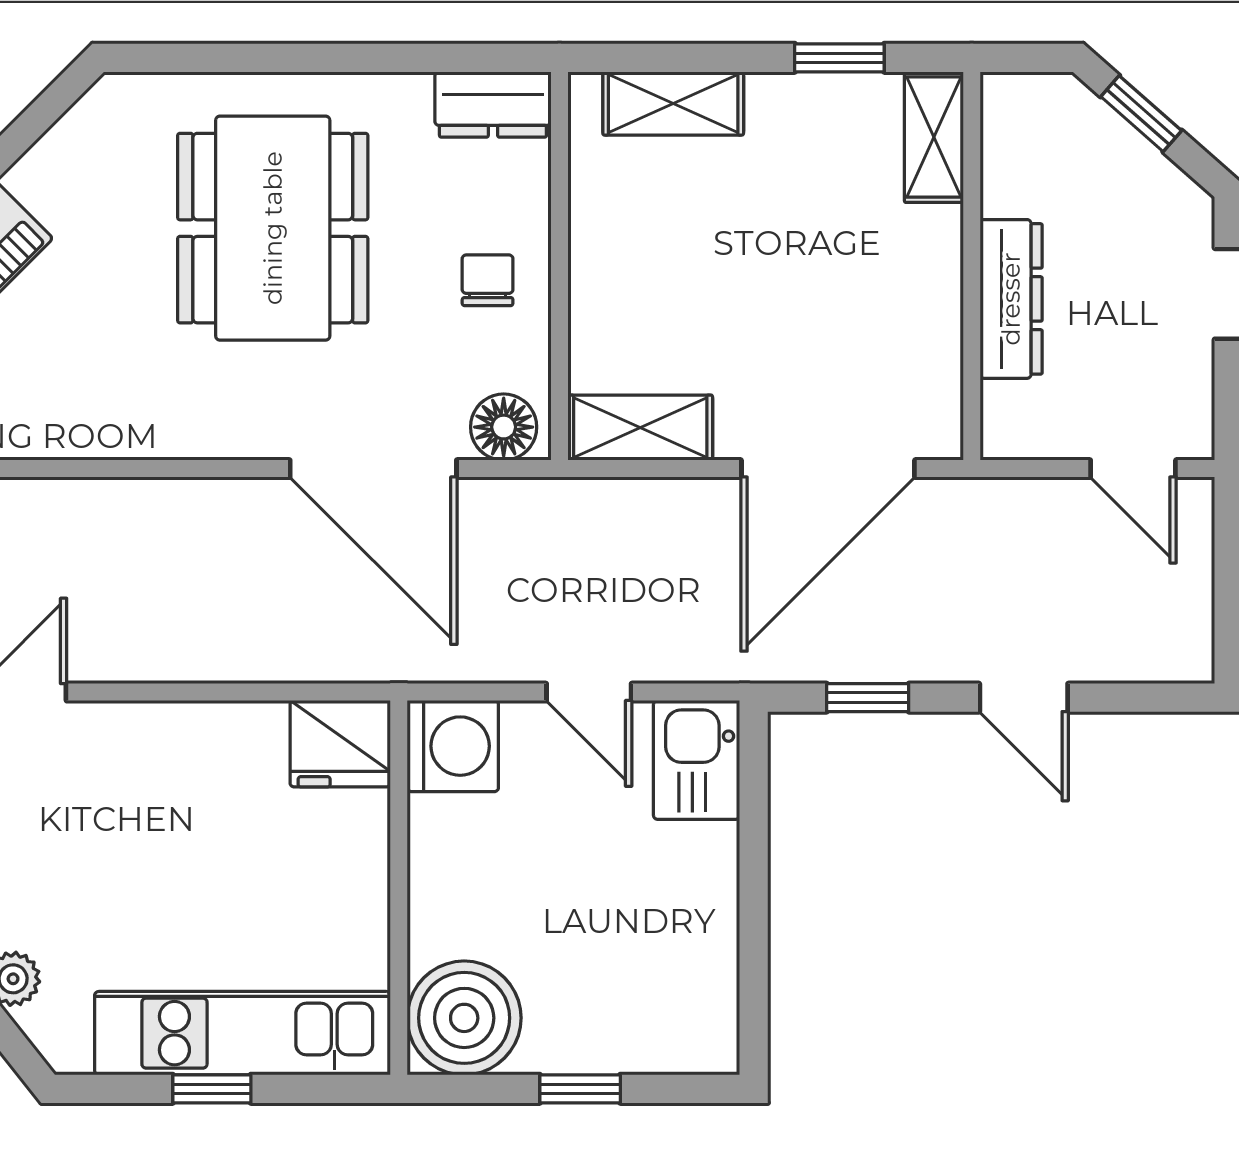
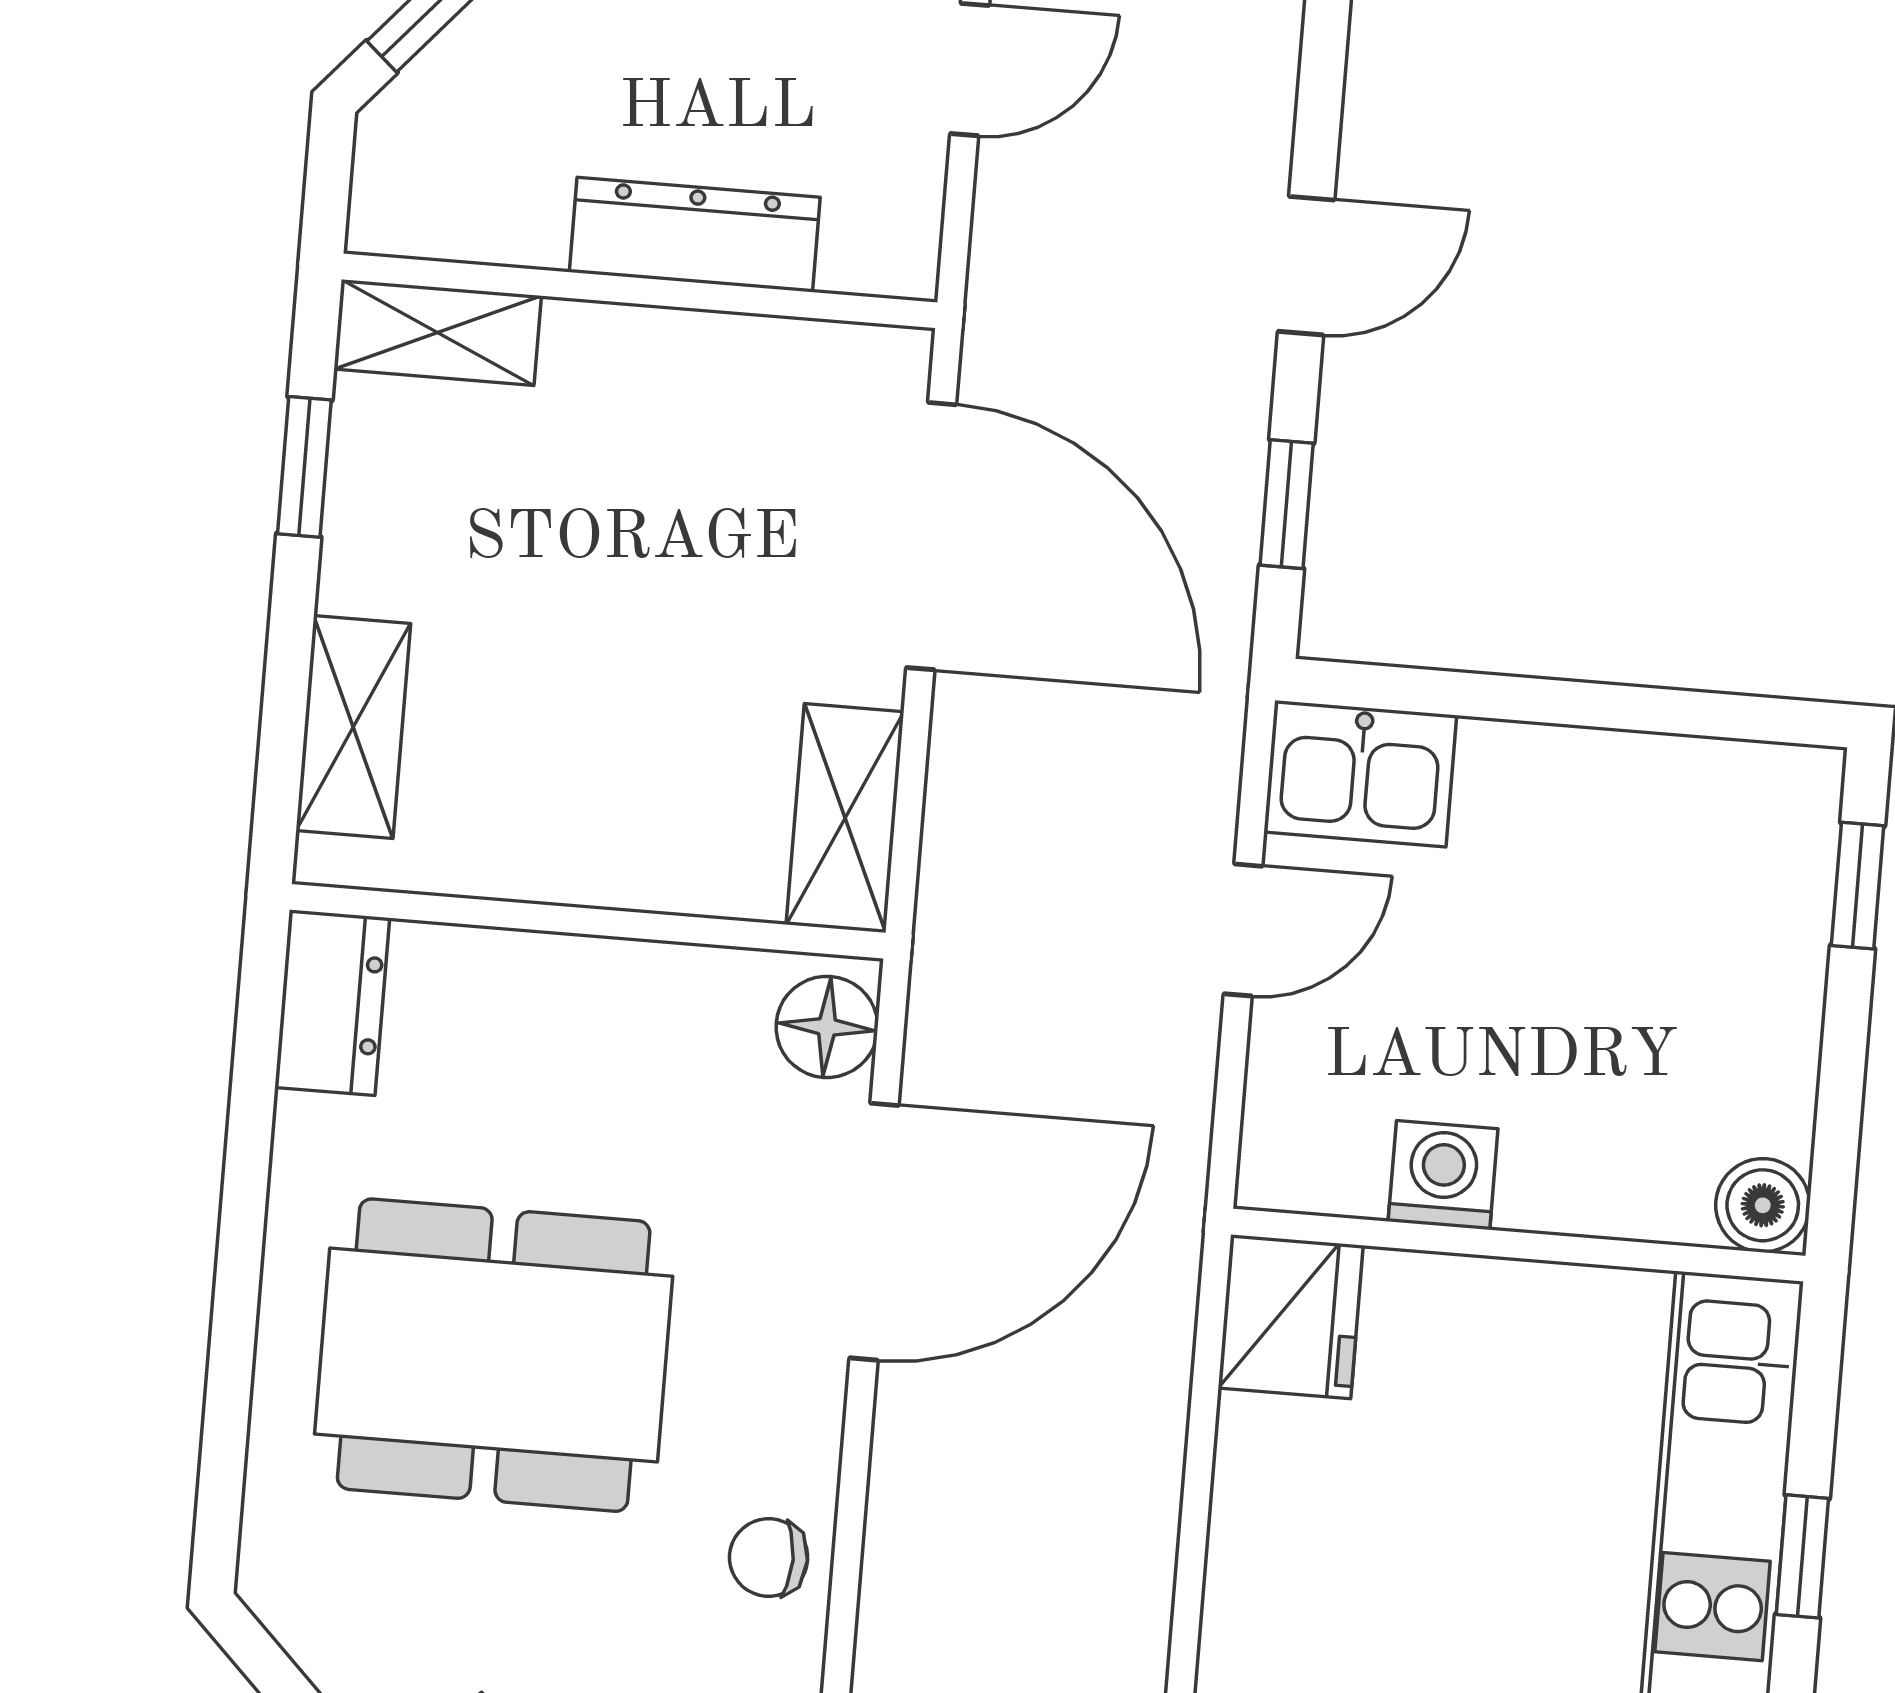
chair: (488, 280) -> (769, 1557), moved
washing machine: (453, 746) -> (1443, 1175), moved, width x0.73, depth x0.73
boiler: (464, 1018) -> (1763, 1205), width x0.54, depth x0.54
window: (580, 1089) -> (1858, 886), moved

